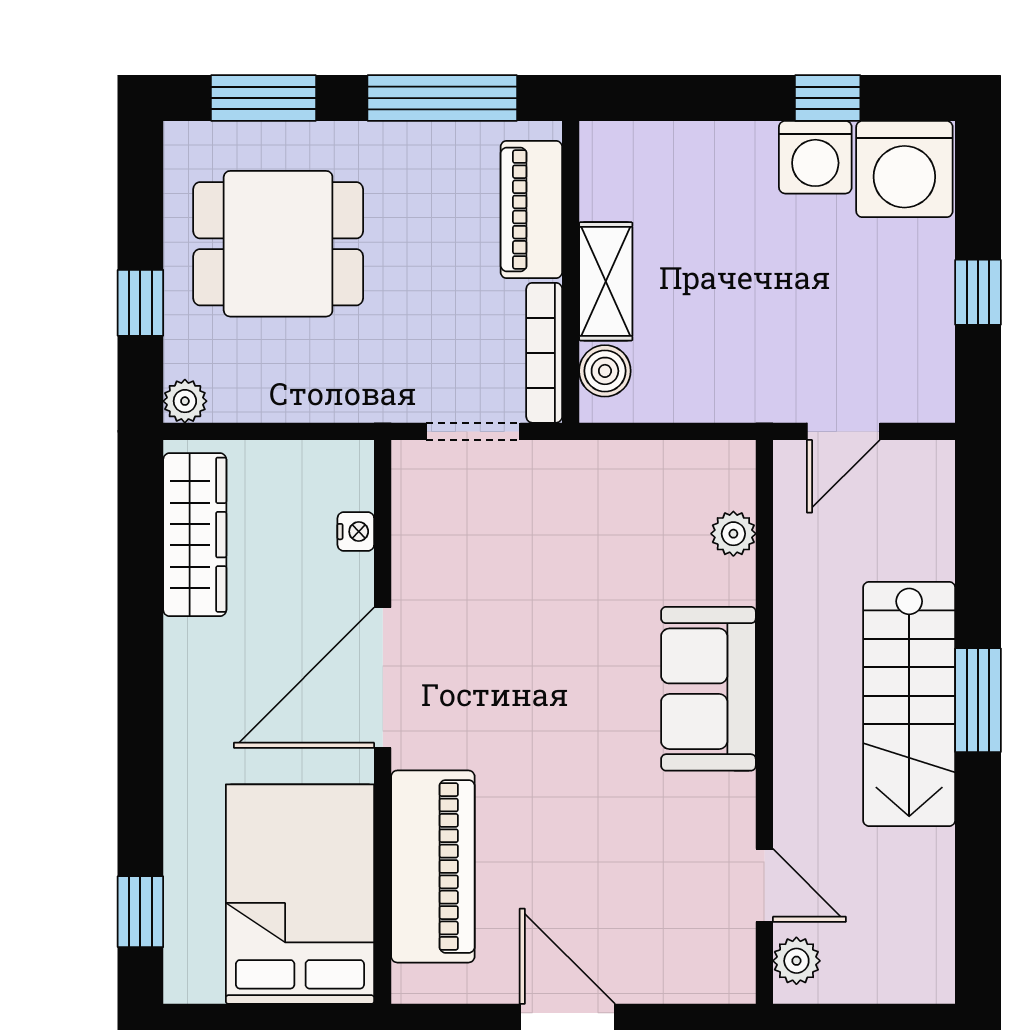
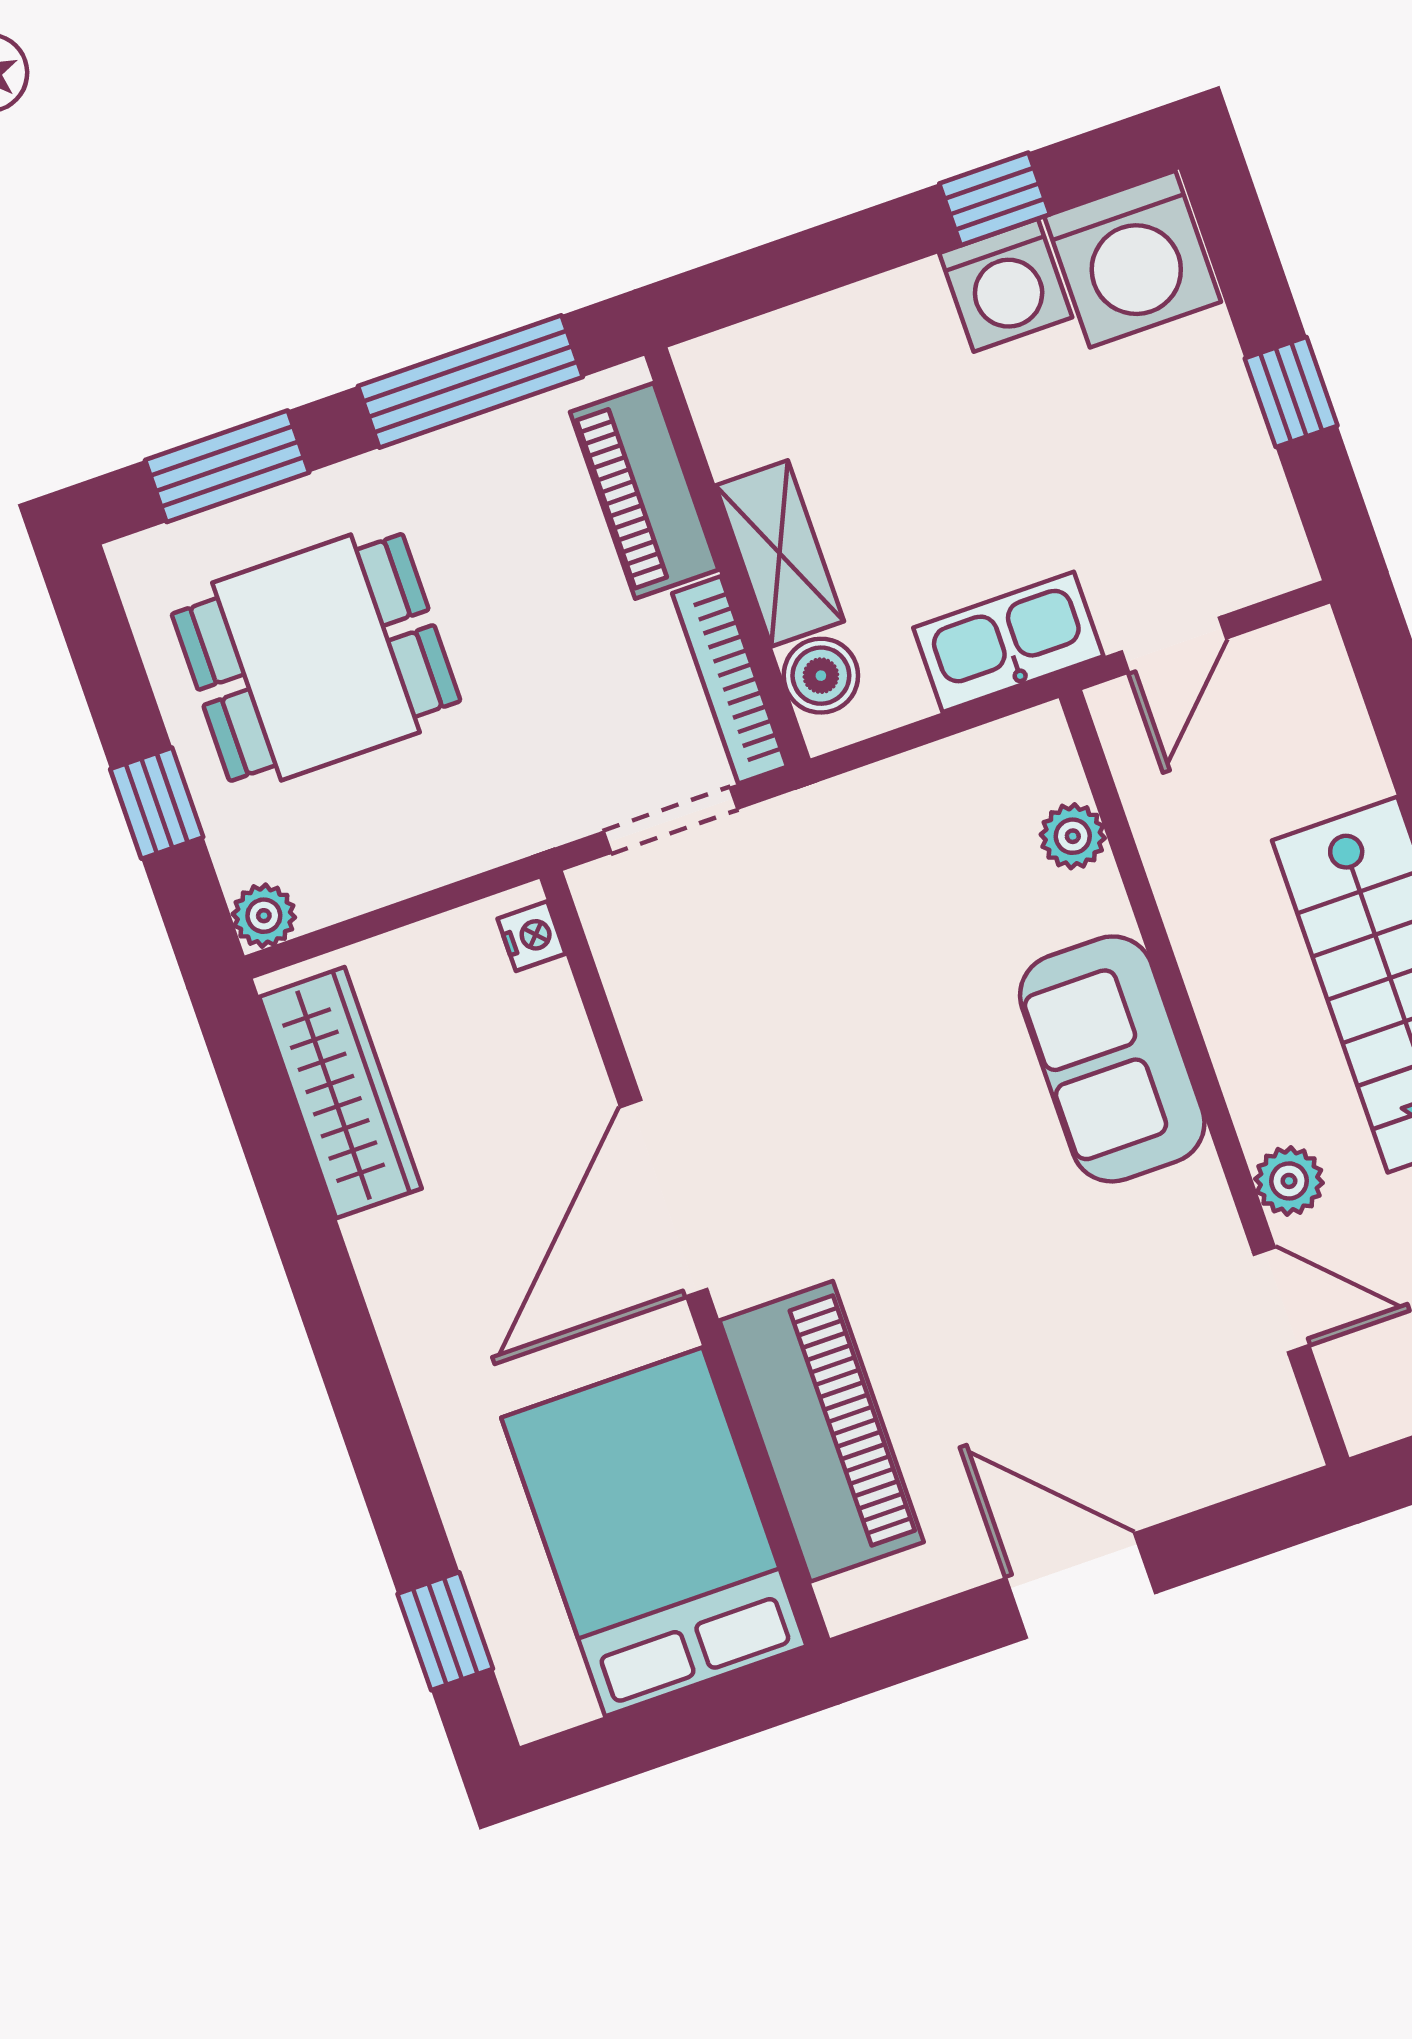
kitchen sink: (736, 392) -> (1008, 642), added
nightstand: (356, 532) -> (532, 936), moved
plant: (796, 961) -> (1289, 1181), moved

